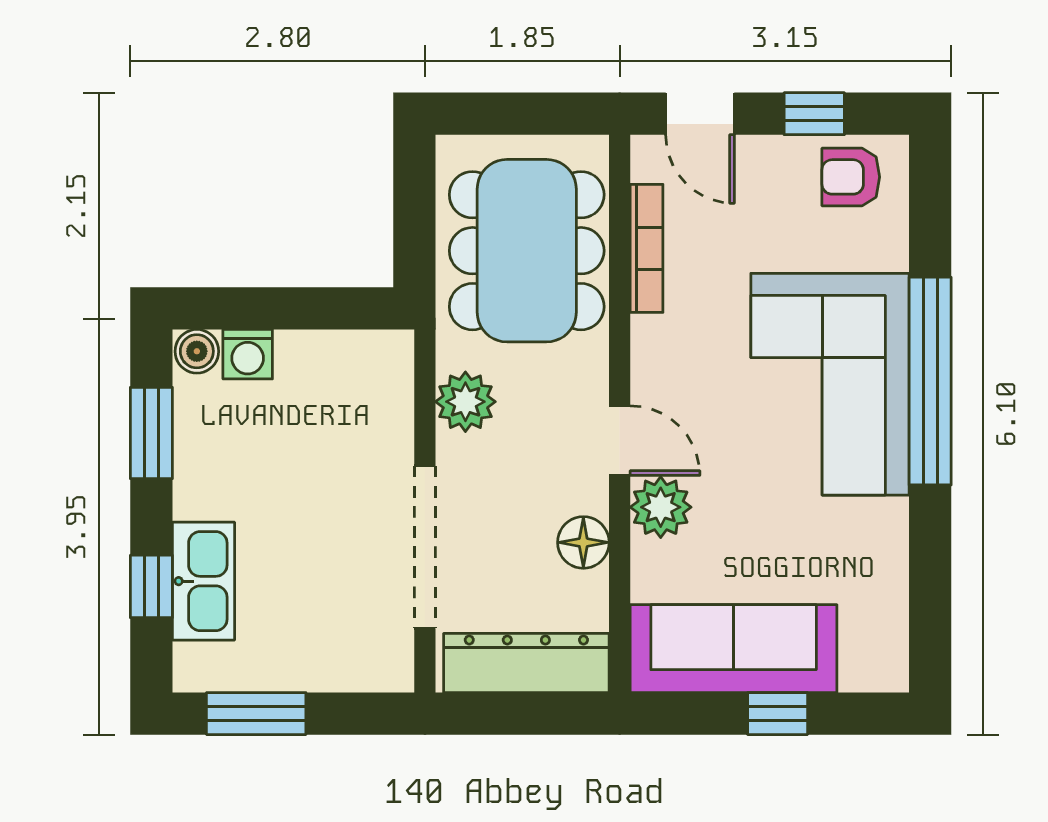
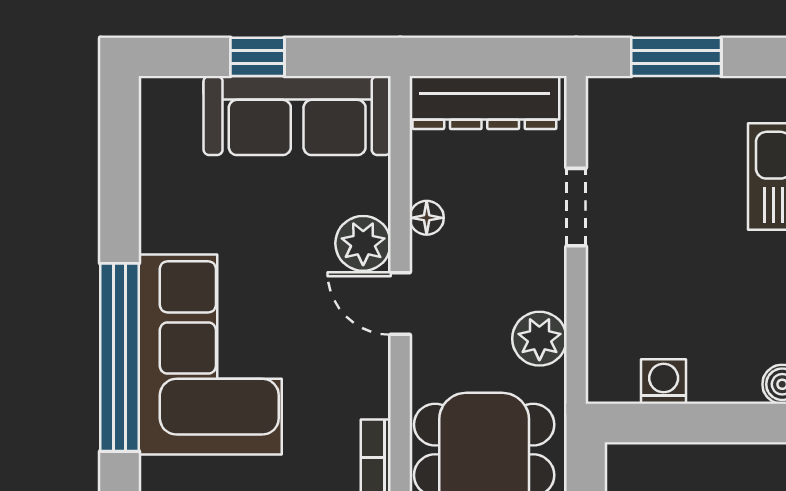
washing machine: (248, 354) -> (664, 382), moved
floor lamp: (583, 542) -> (427, 218), width x0.73, depth x0.73
doorway: (425, 547) -> (576, 207), width x0.53
window: (256, 714) -> (676, 57), moved

